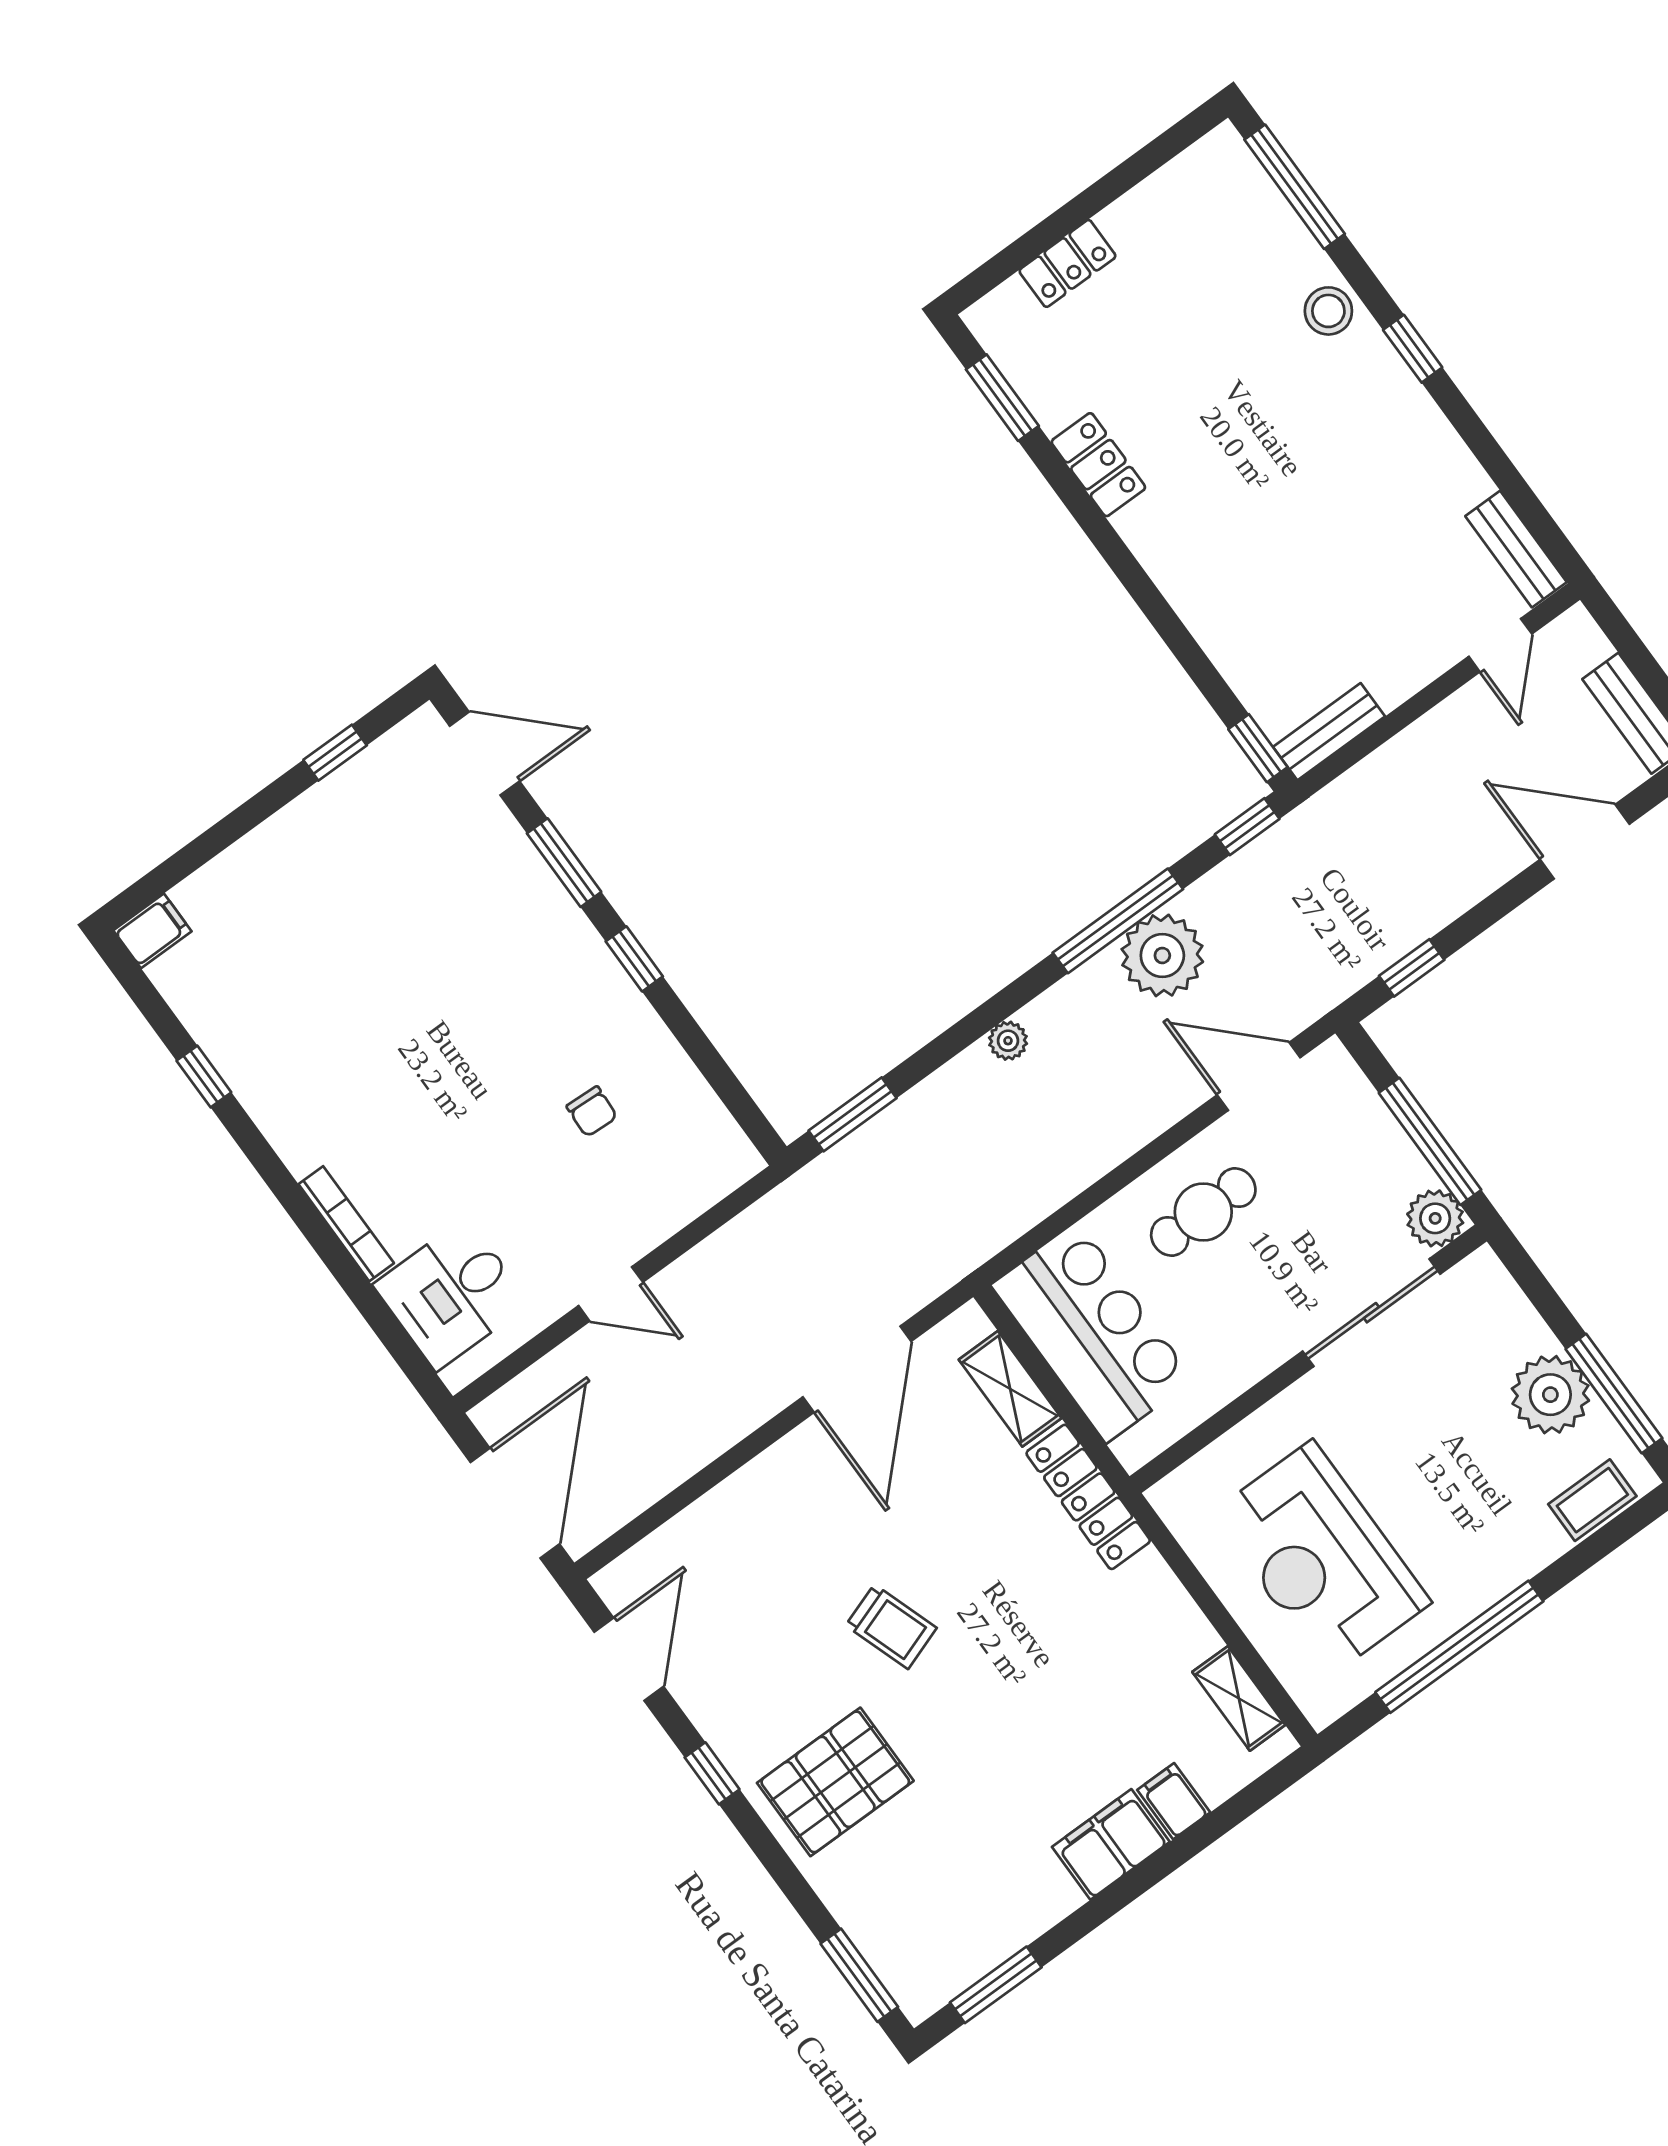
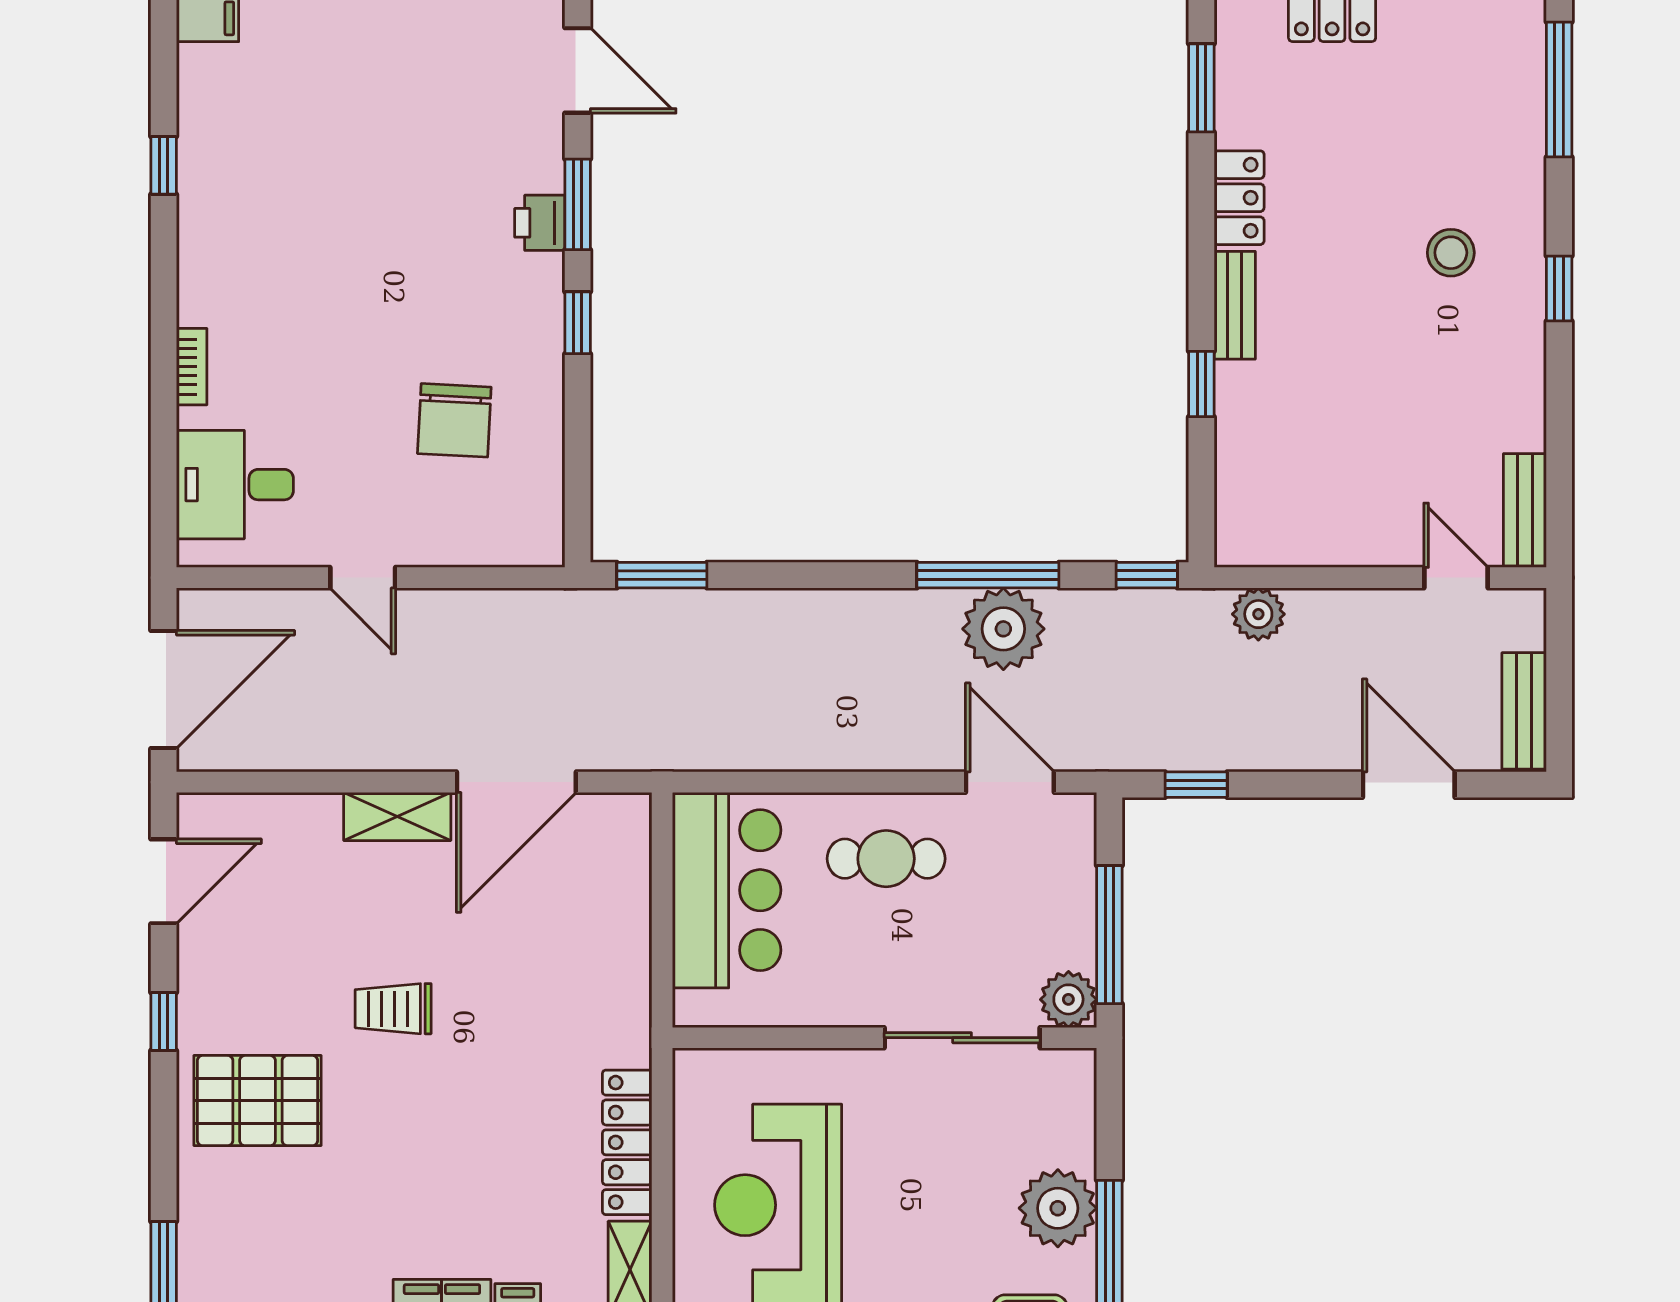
stool: (1328, 311) -> (1451, 253), moved
door: (1500, 645) -> (1456, 578), swing flipped
bench: (1329, 732) -> (1235, 305), moved, turned 90
window: (1258, 748) -> (1201, 384), moved
printer: (544, 900) -> (540, 223), added
plant: (1008, 1041) -> (1258, 614), moved, width x1.38, depth x1.38
chair: (592, 1112) -> (454, 420), width x1.87, depth x1.87
bookcase: (346, 1224) -> (192, 367), width x0.64
shelving: (1010, 1389) -> (397, 816), moved, turned 90
locker: (1088, 1497) -> (627, 1142), moved
trolley: (891, 1627) -> (393, 1009), turned 109

